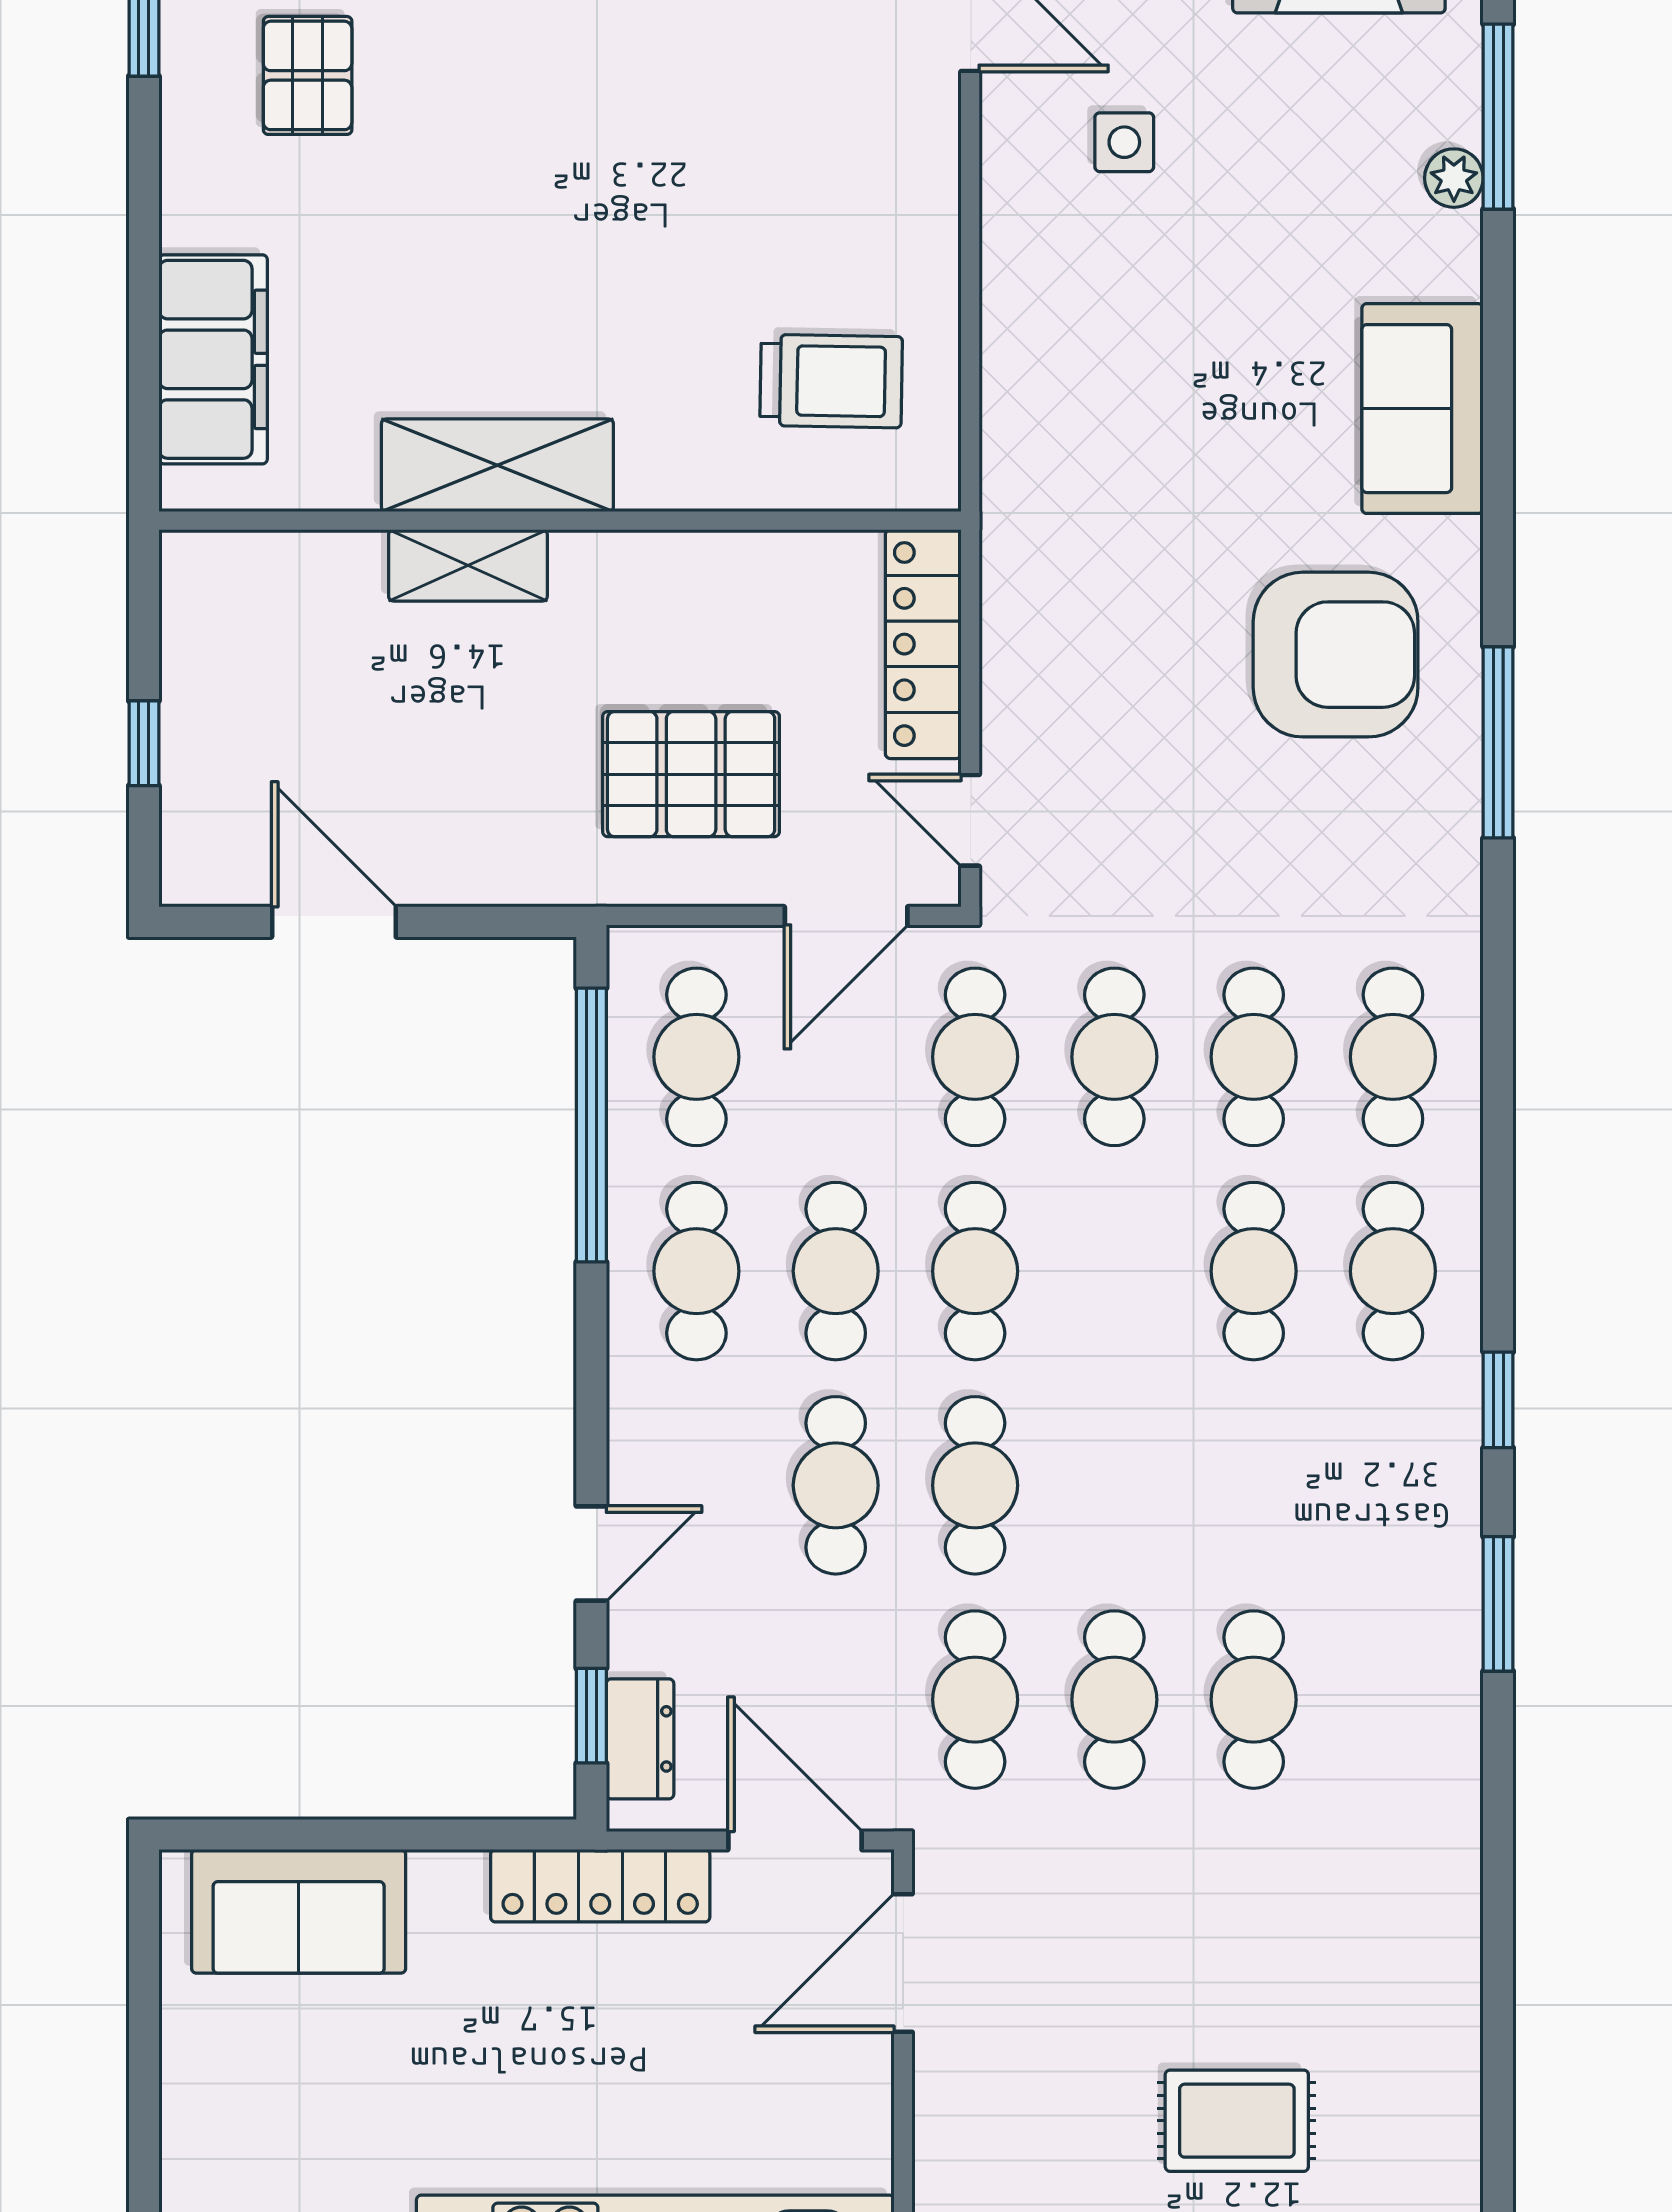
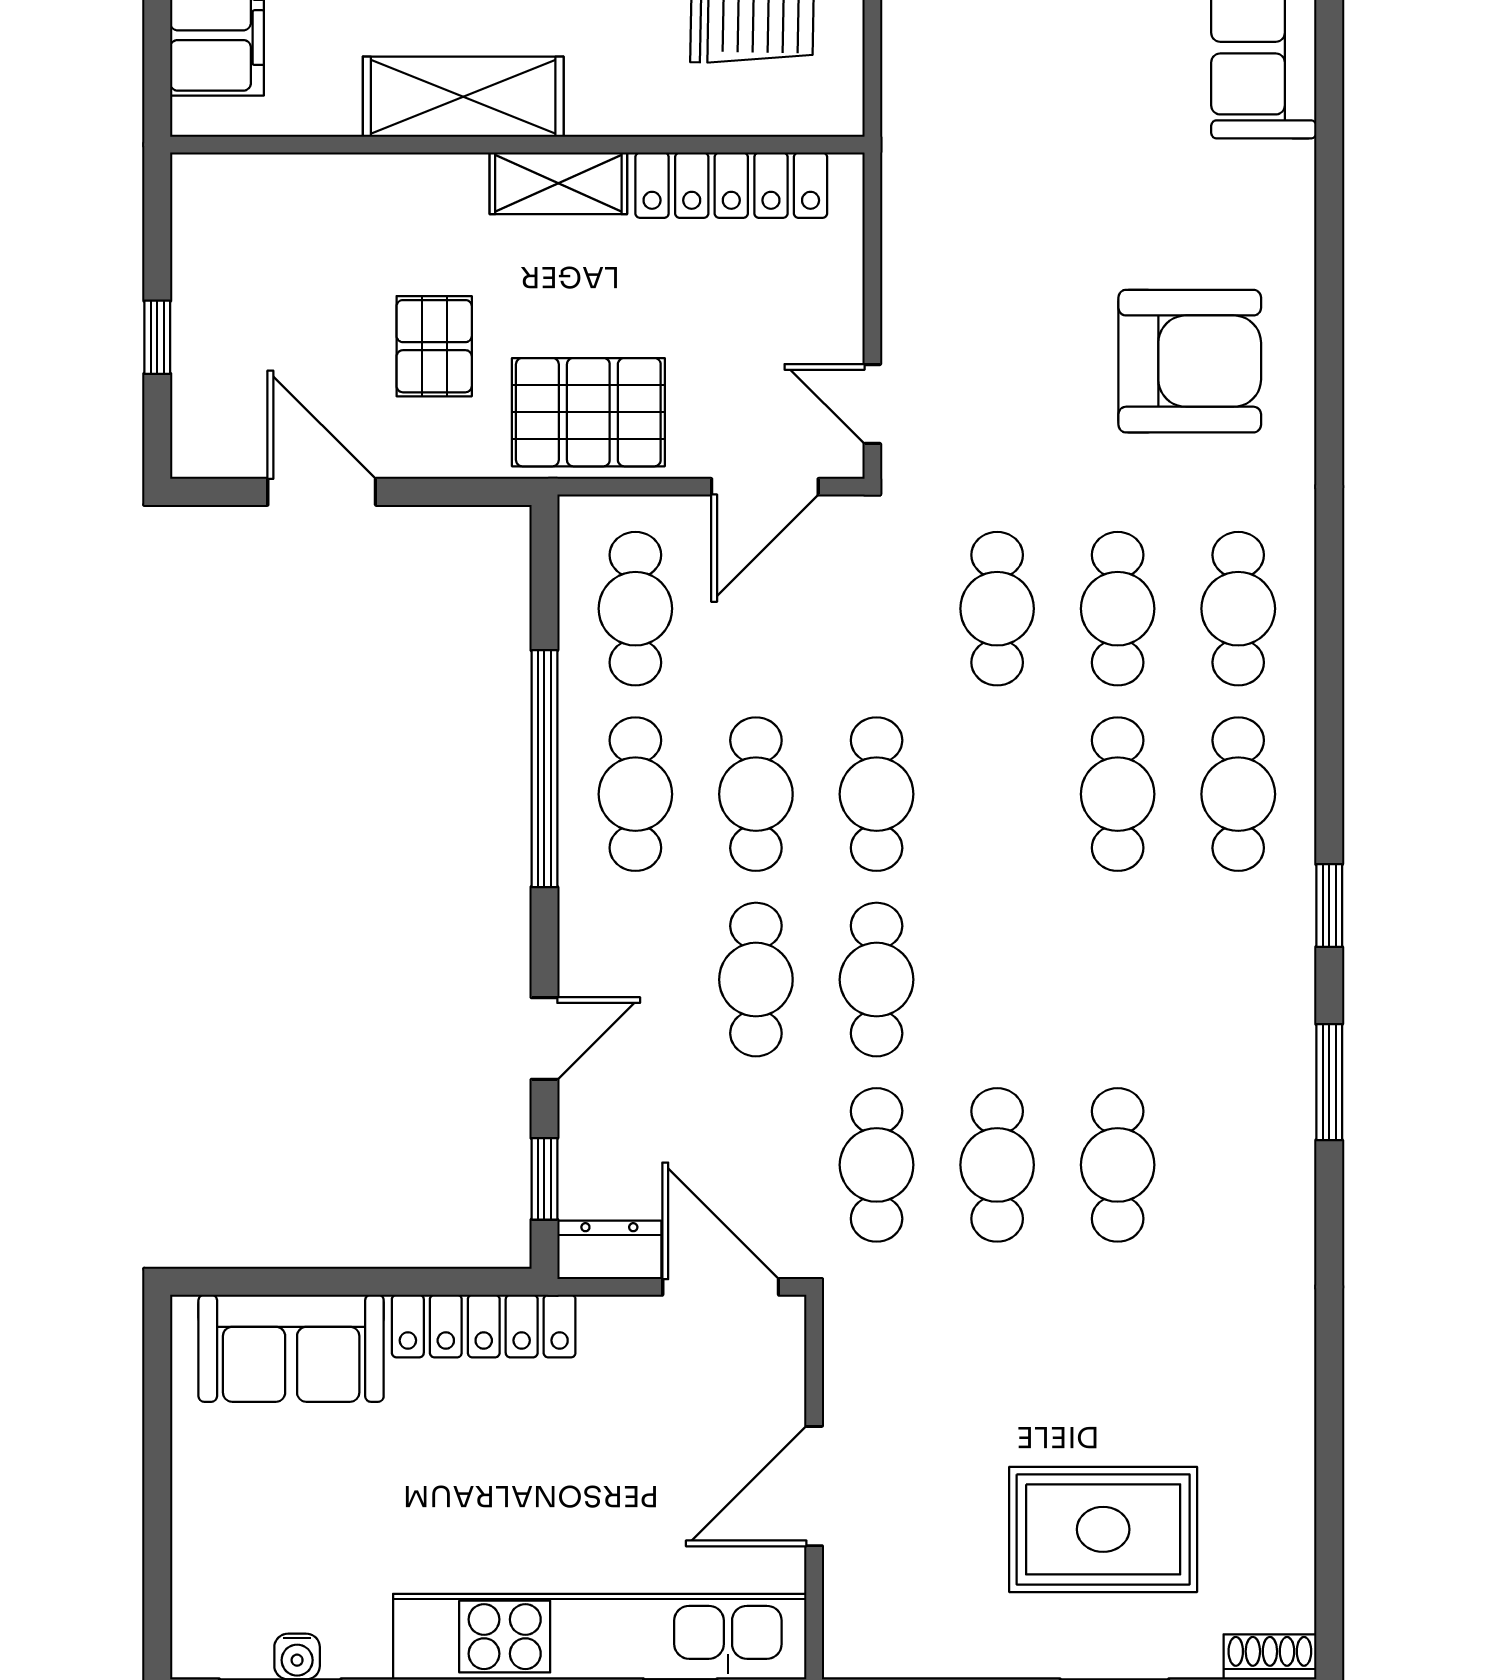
shelving: (468, 565) -> (558, 183), moved
locker: (923, 644) -> (731, 185), moved, turned -90
armchair: (1336, 655) -> (1190, 361), moved
window: (1498, 742) -> (1329, 337), removed
pallet: (464, 754) -> (434, 346), added
pallet: (691, 774) -> (588, 412), moved
cafe table: (975, 1057) -> (877, 609), removed
window: (591, 1125) -> (544, 769), moved
dresser: (640, 1739) -> (609, 1250), moved, turned -90
locker: (600, 1886) -> (484, 1326), moved
door: (903, 1963) -> (814, 1486), moved
rug: (1237, 2121) -> (1103, 1529), width x1.36, depth x1.43

